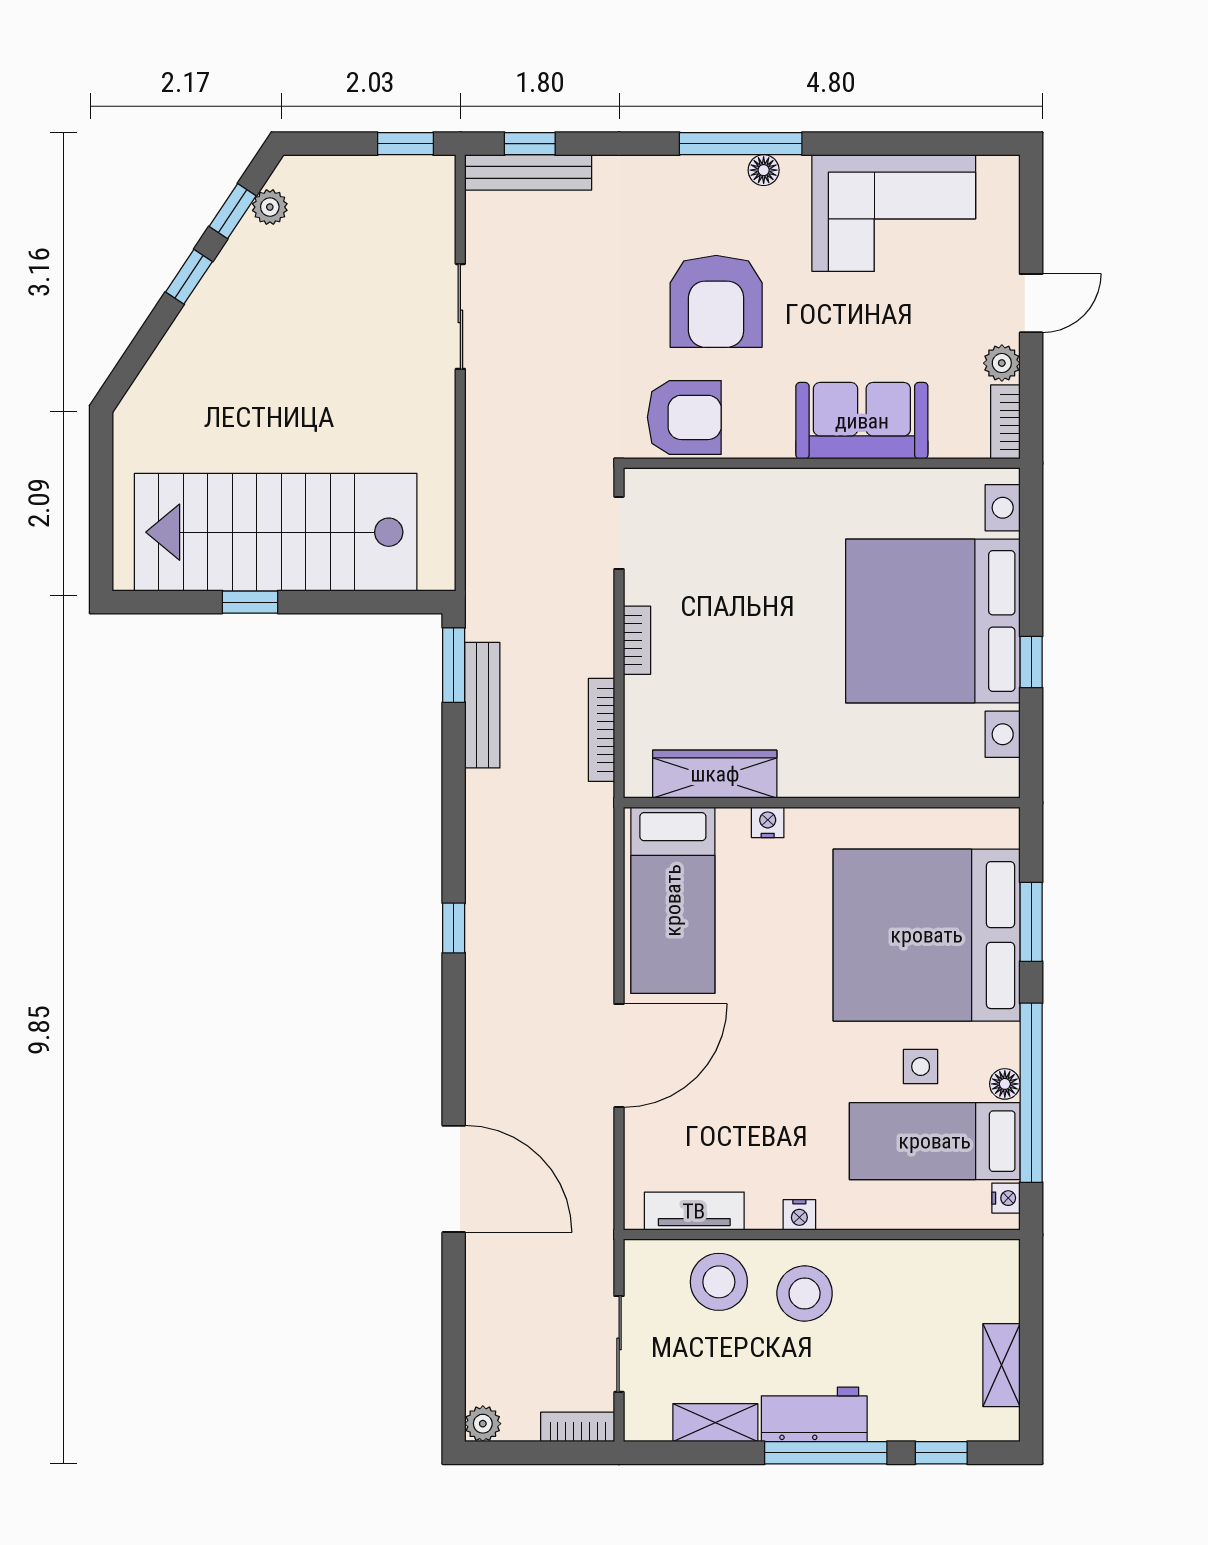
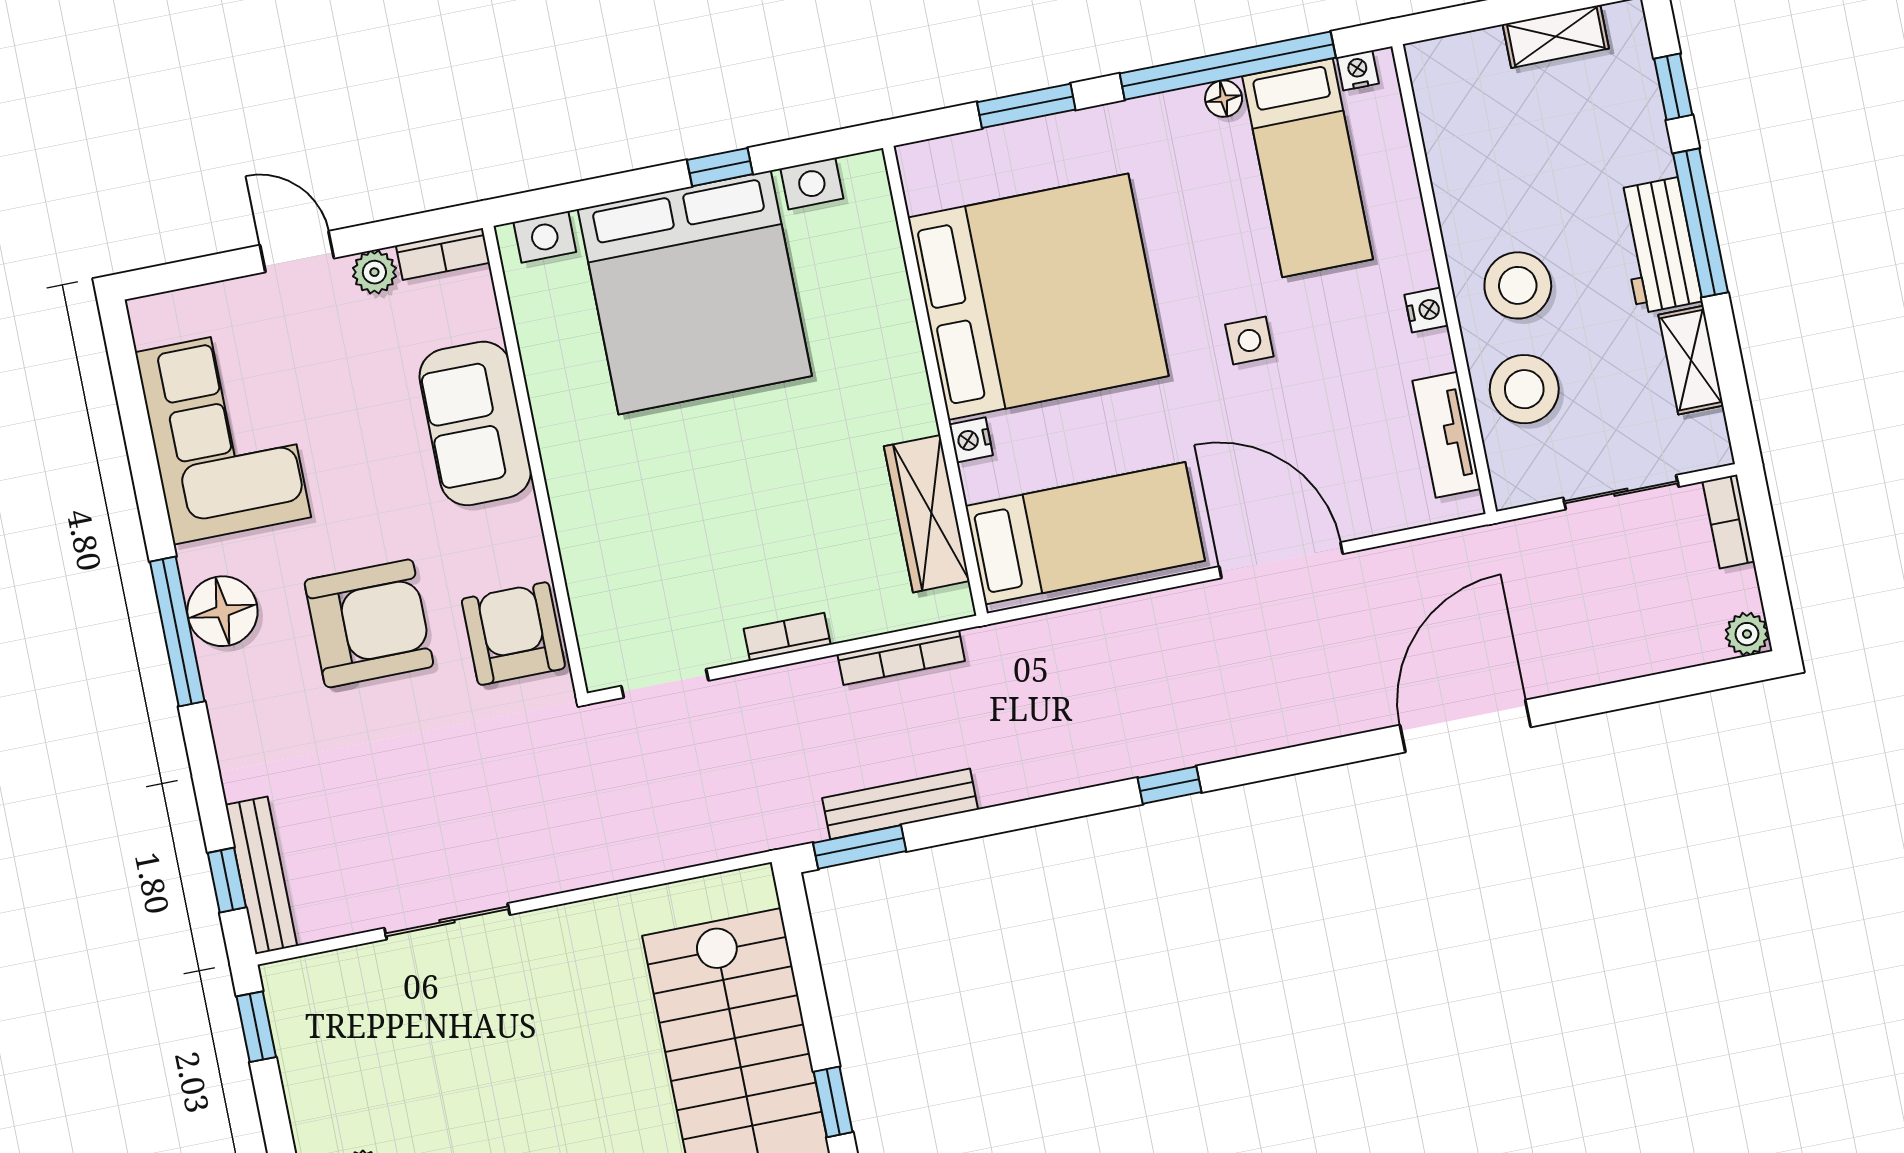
floor lamp: (764, 170) -> (222, 611), width x1.89, depth x1.89
bed: (927, 935) -> (1038, 297), moved, turned -90
side table: (921, 1067) -> (1249, 340), moved

